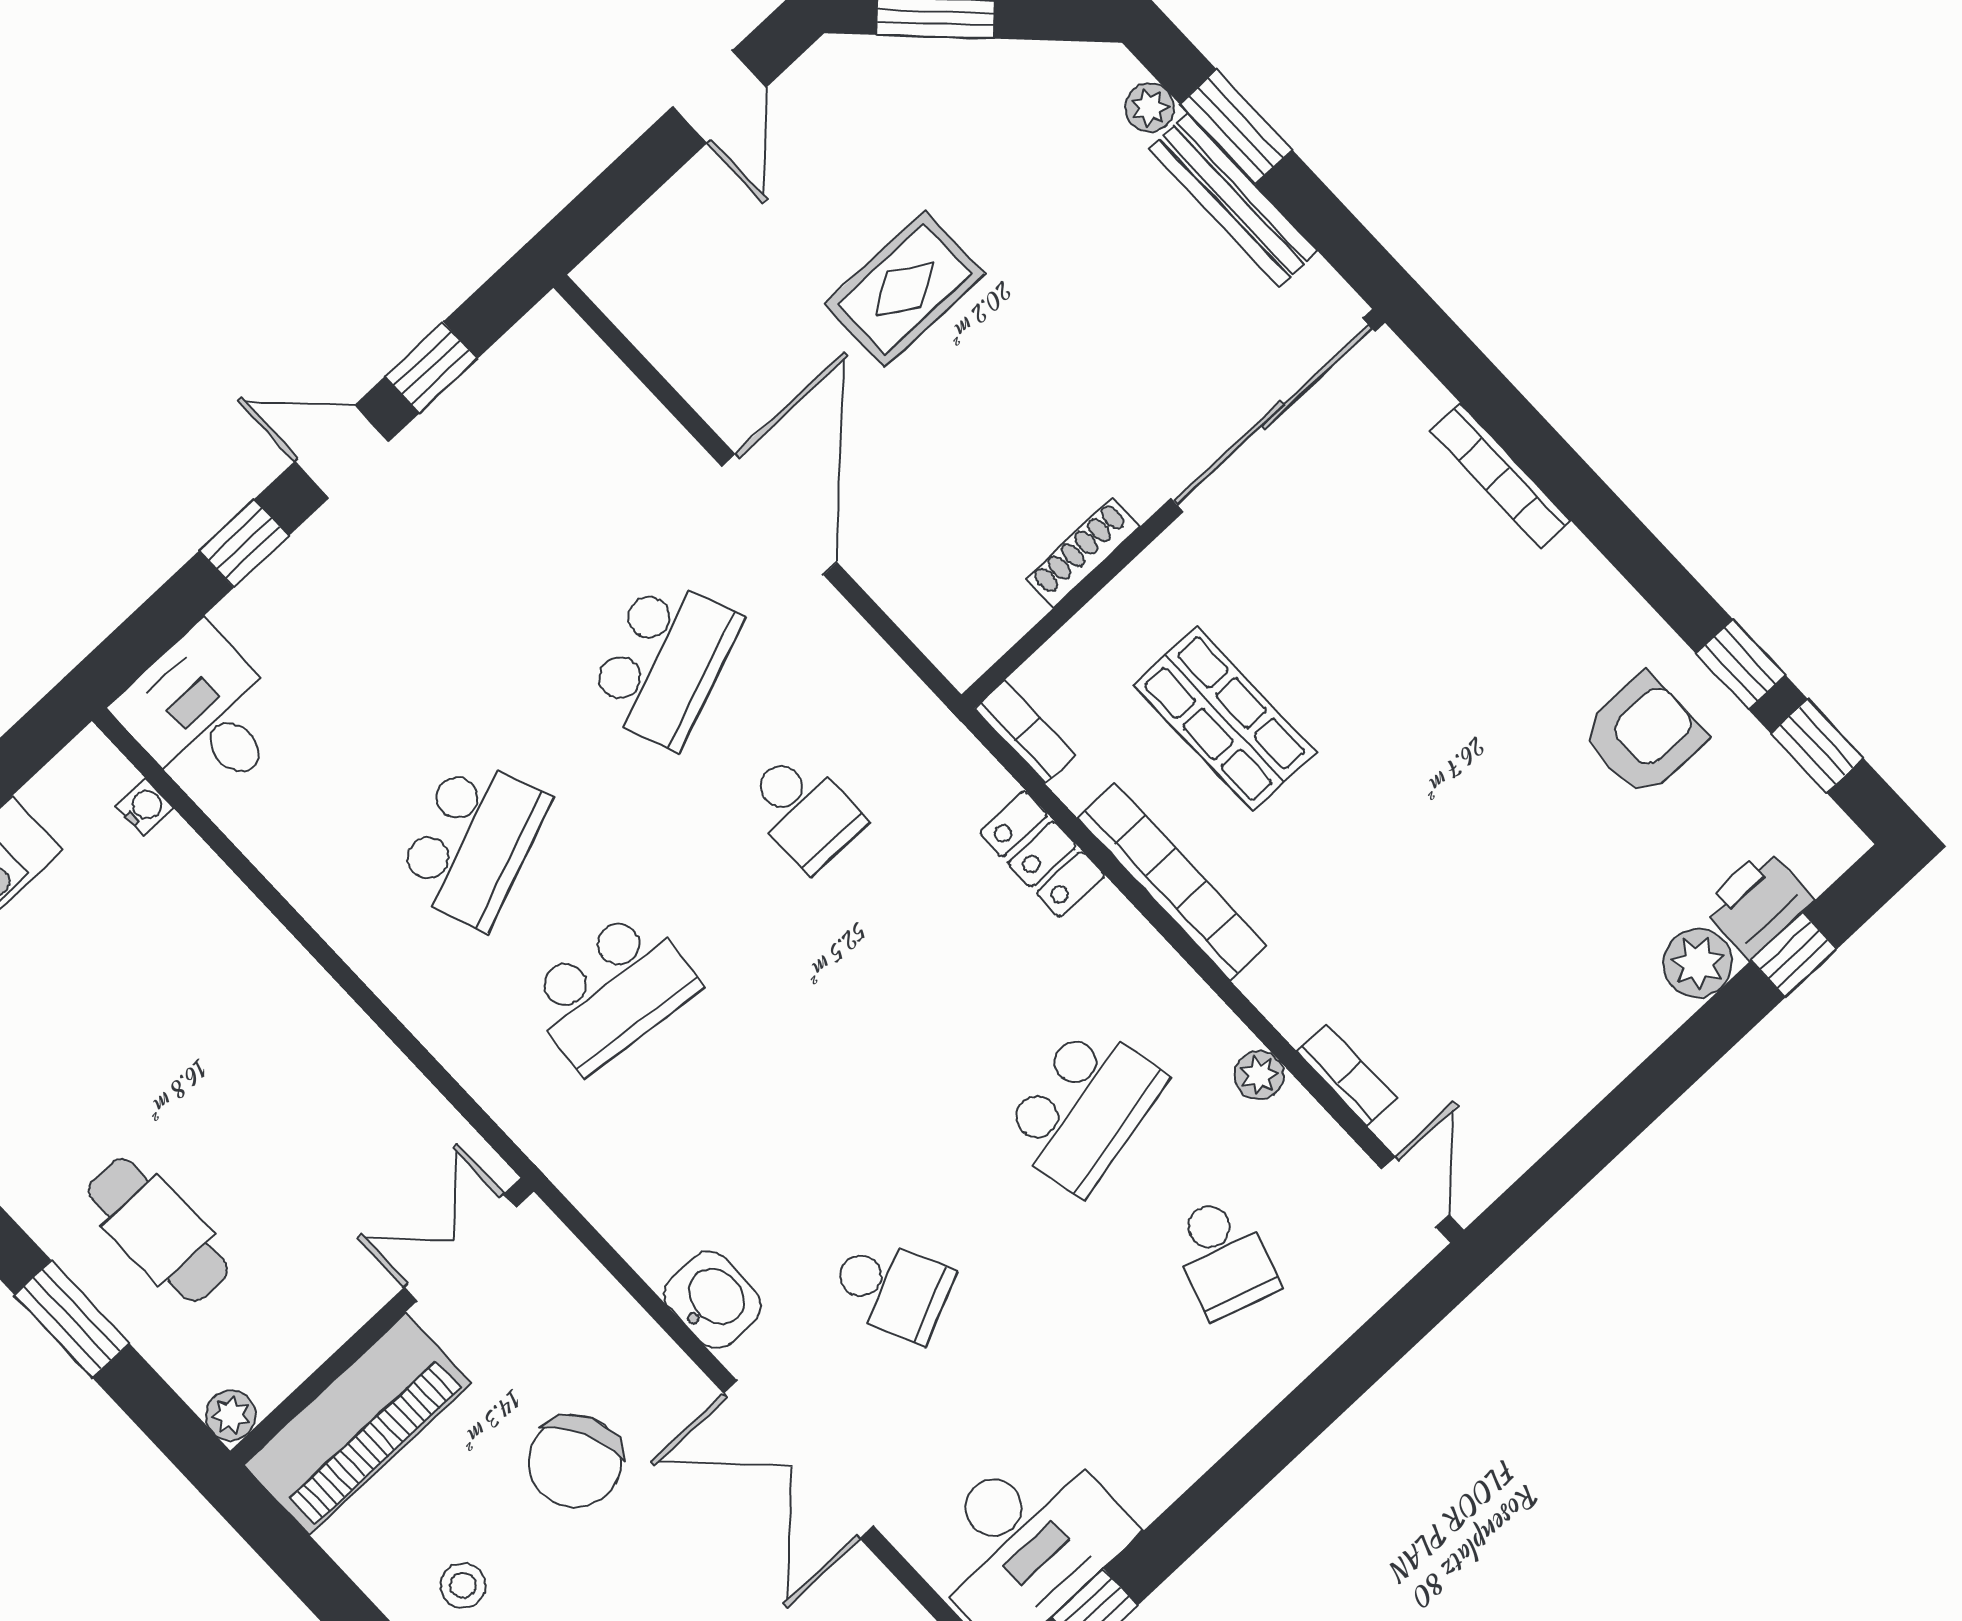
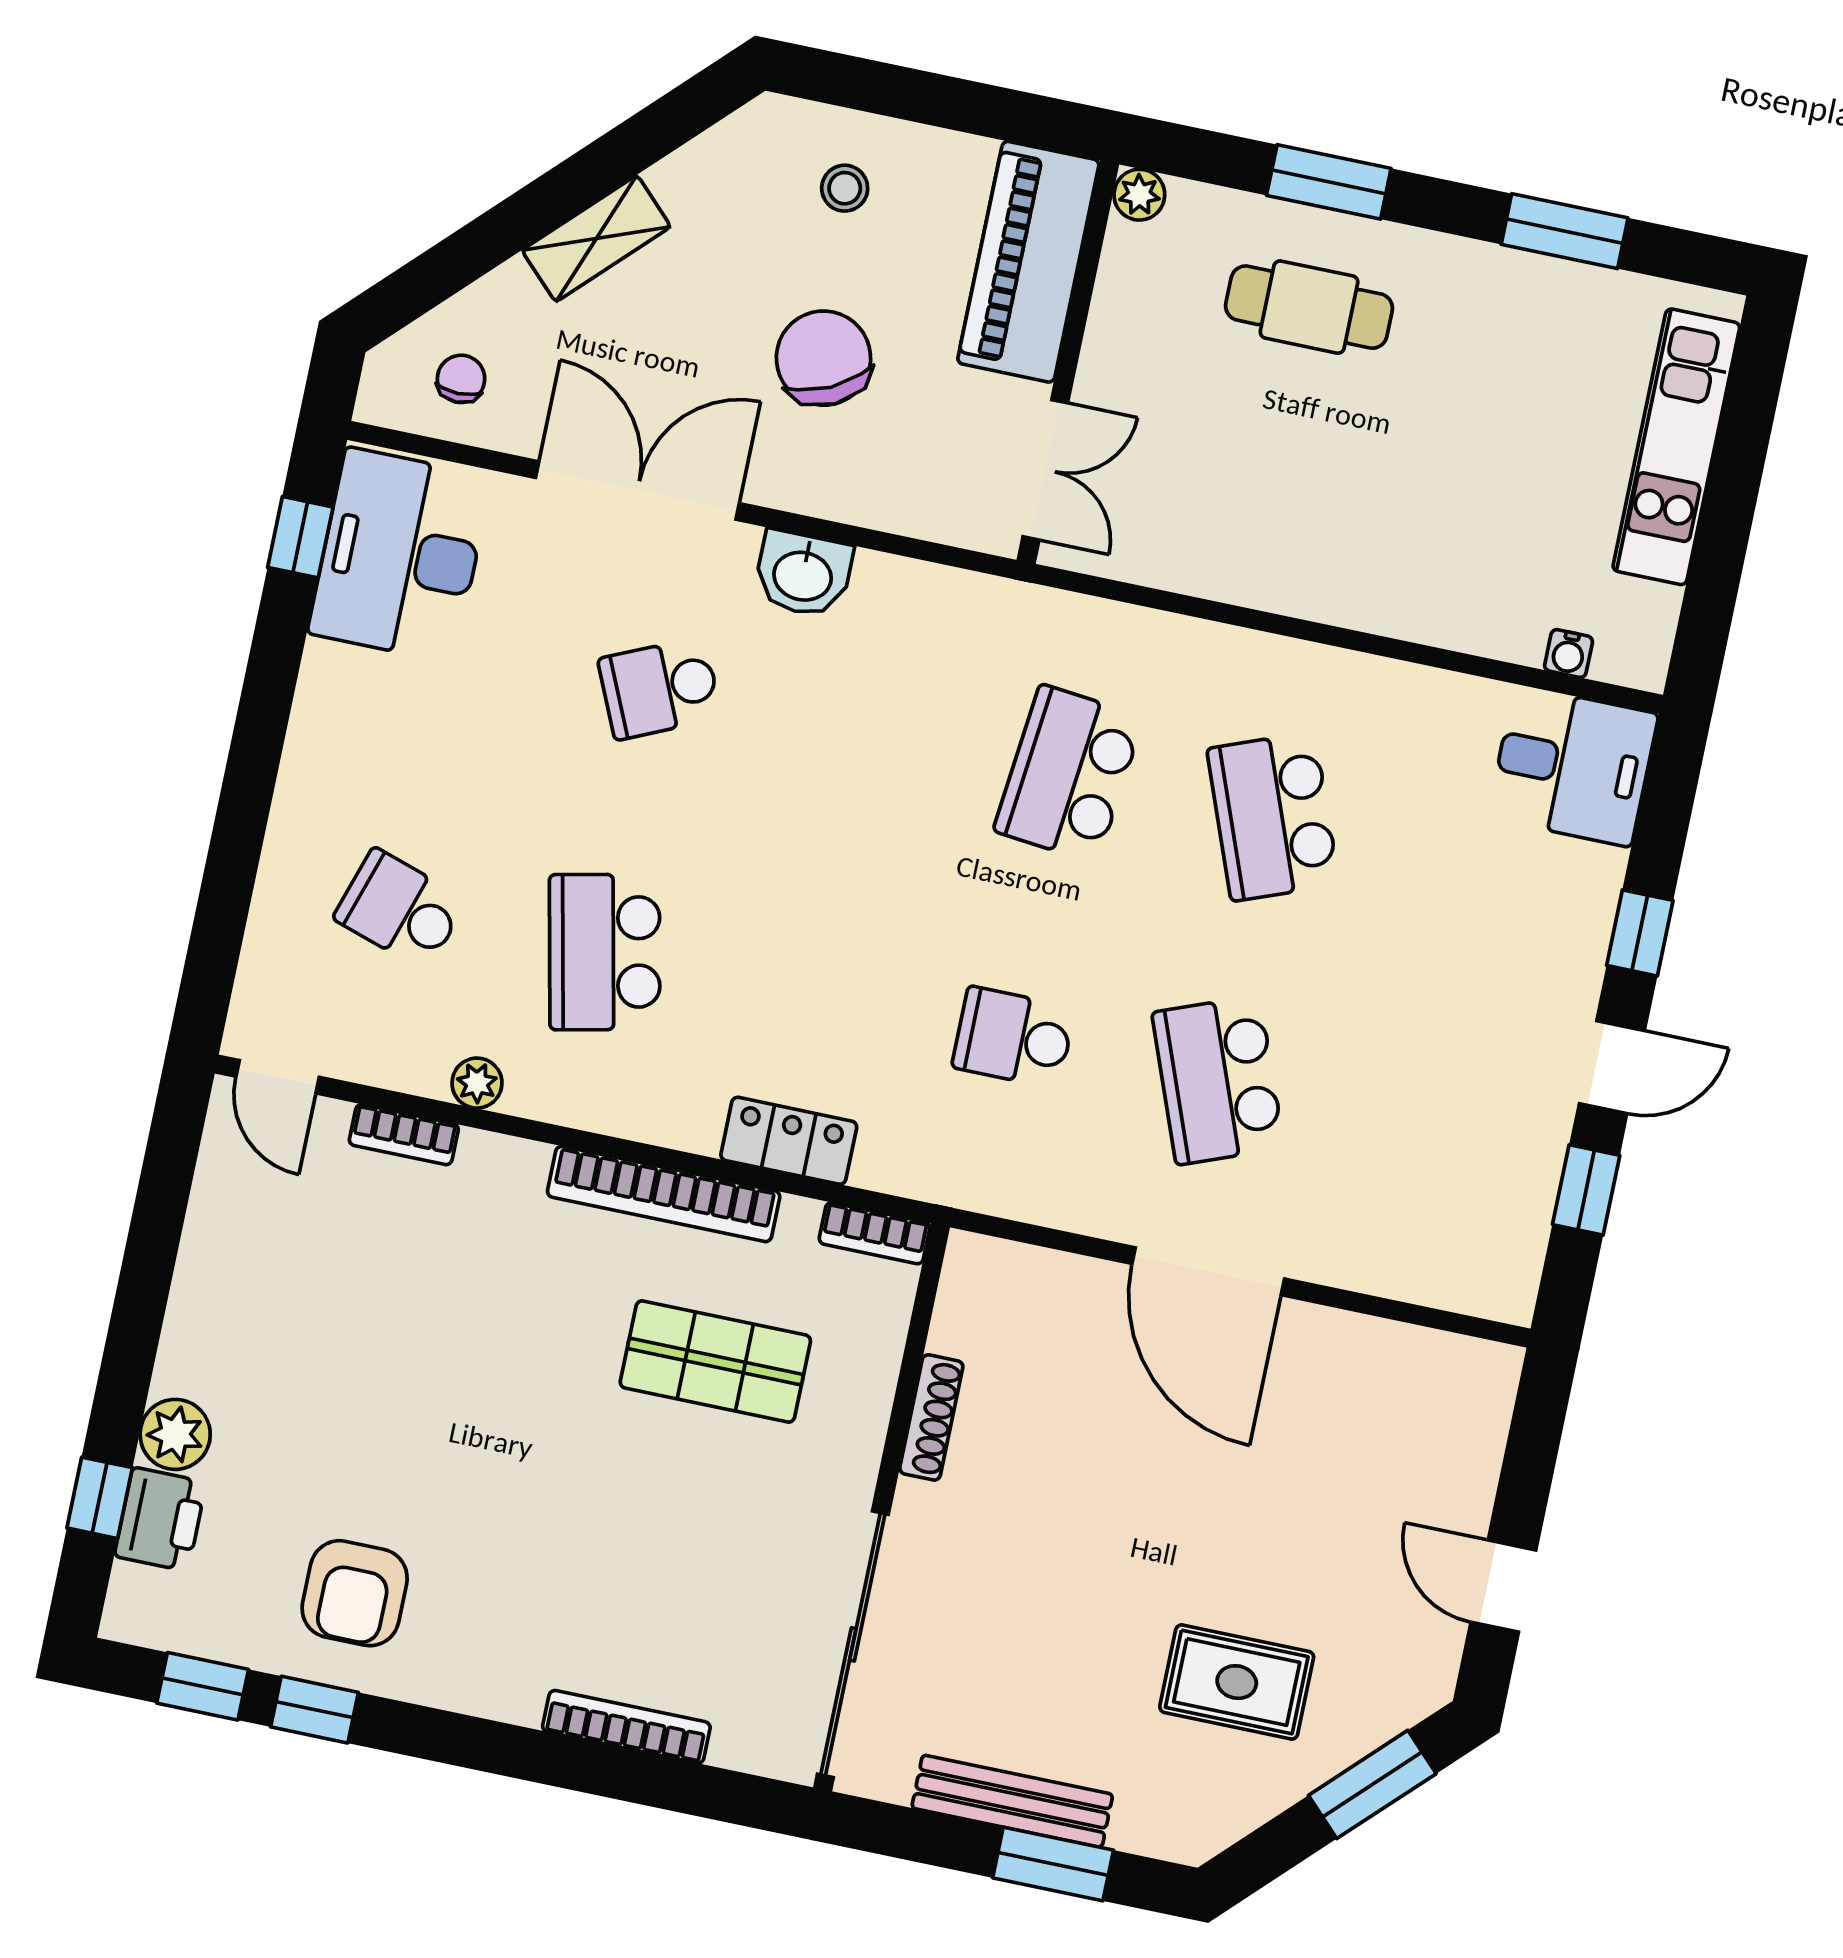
plant: (1150, 108) -> (1136, 1829), removed
rug: (904, 289) -> (1237, 1682), moved, turned 90

